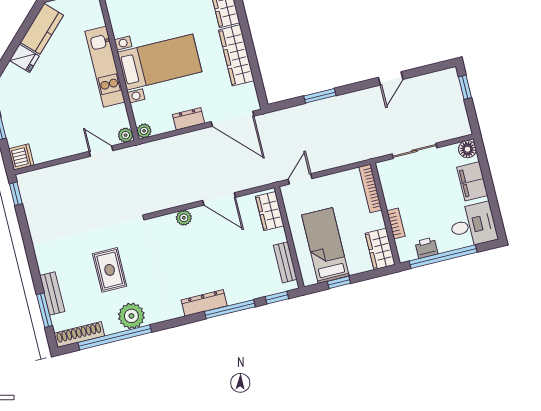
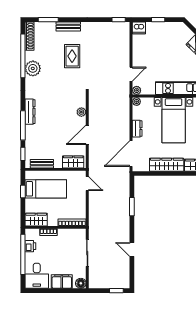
rug: (110, 270) -> (72, 56), moved, turned 90
bench: (52, 293) -> (68, 26), moved

